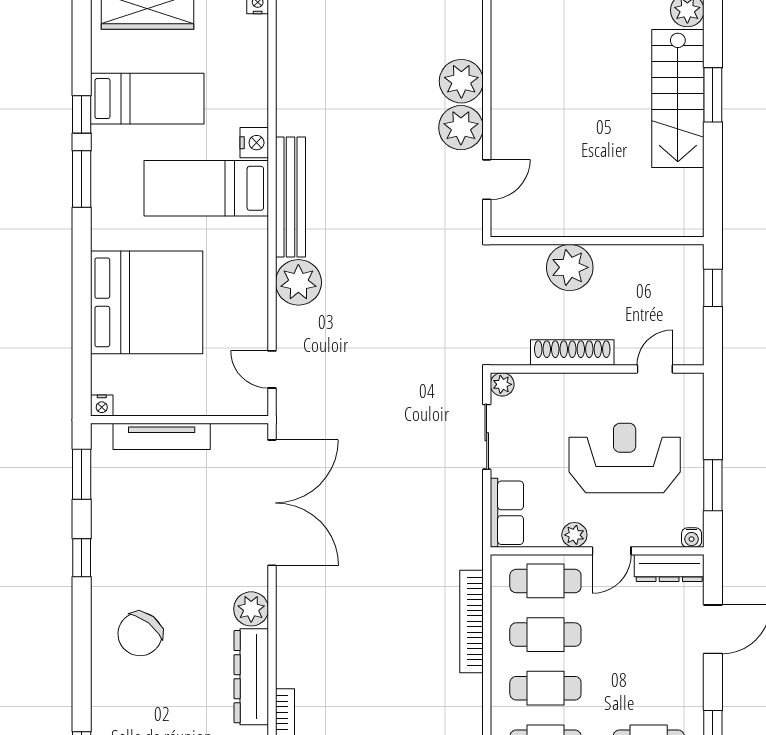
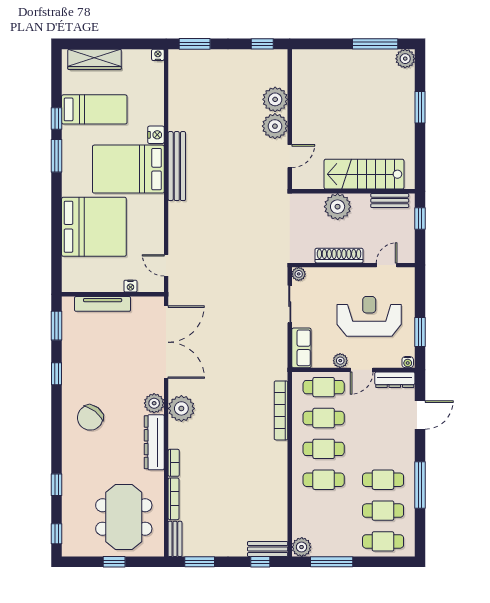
stairs: (678, 98) -> (364, 174), moved, turned 90
bed: (206, 188) -> (128, 169), width x1.50
bench: (660, 257) -> (390, 200), added
plant: (298, 282) -> (181, 408), moved
nightstand: (102, 406) -> (130, 286), moved

